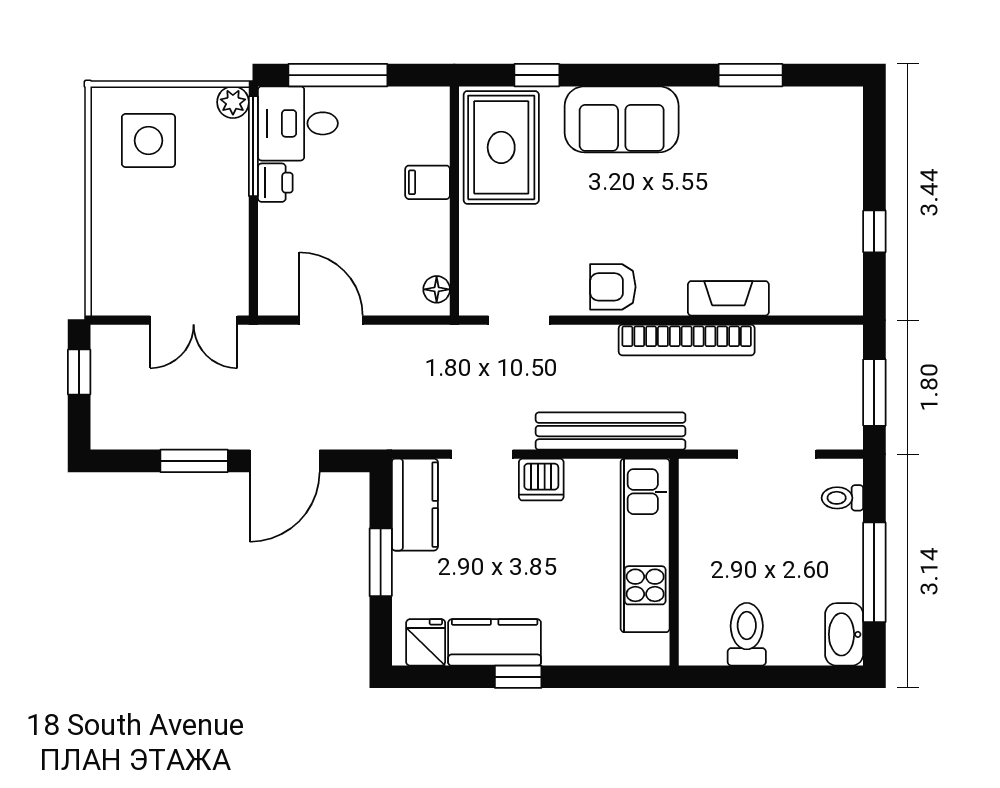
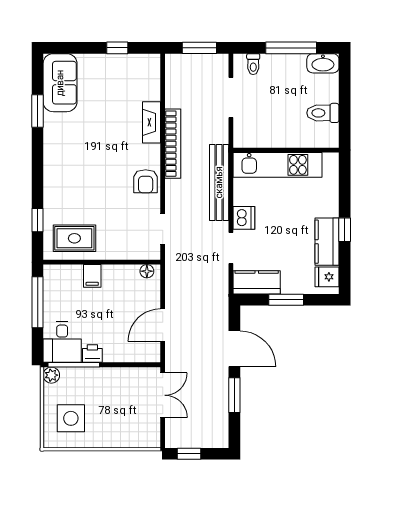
window: (338, 75) -> (38, 302), moved
sofa: (622, 119) -> (60, 83), moved
rug: (501, 147) -> (74, 238), width x0.73, depth x0.70

